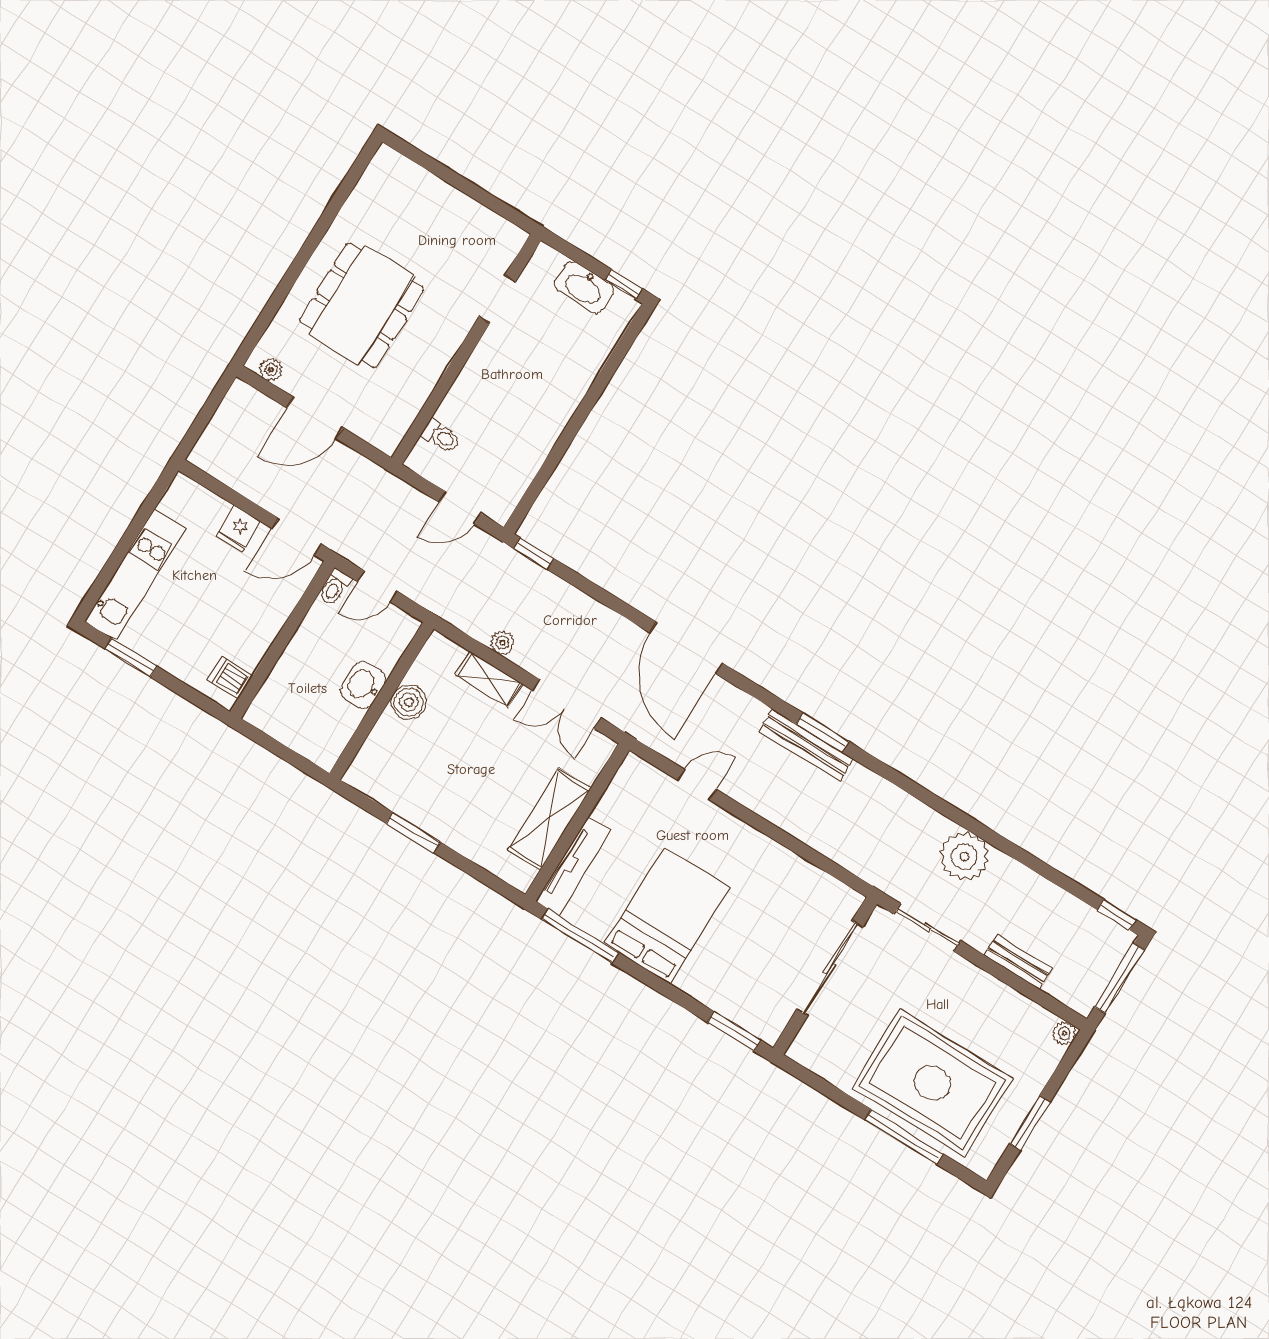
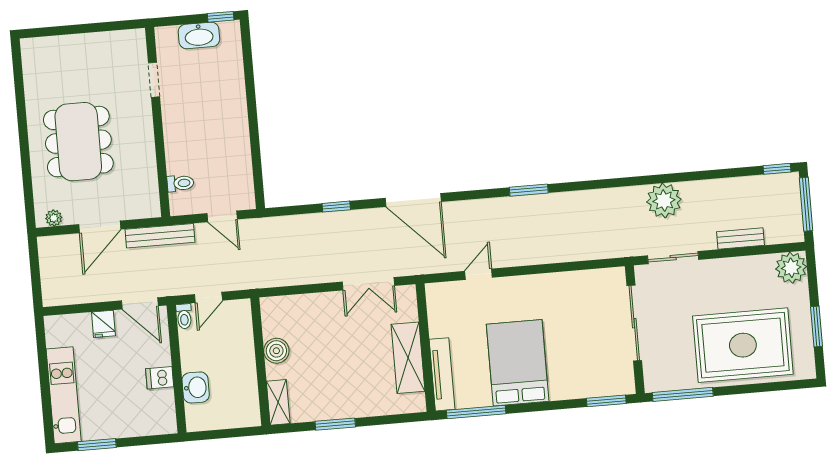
door: (460, 508) -> (222, 216), hinge flipped
door: (296, 536) -> (140, 303), hinge flipped
window: (534, 553) -> (336, 207), moved
plant: (502, 643) -> (305, 276), removed
dishwasher: (230, 678) -> (160, 378), moved
shelving: (489, 679) -> (278, 402), moved, turned 90
washbasin: (363, 685) -> (196, 387), moved, turned 180
bench: (806, 745) -> (160, 236), moved
plant: (1064, 1033) -> (791, 268), width x1.88, depth x1.88
window: (904, 1137) -> (683, 394), moved

